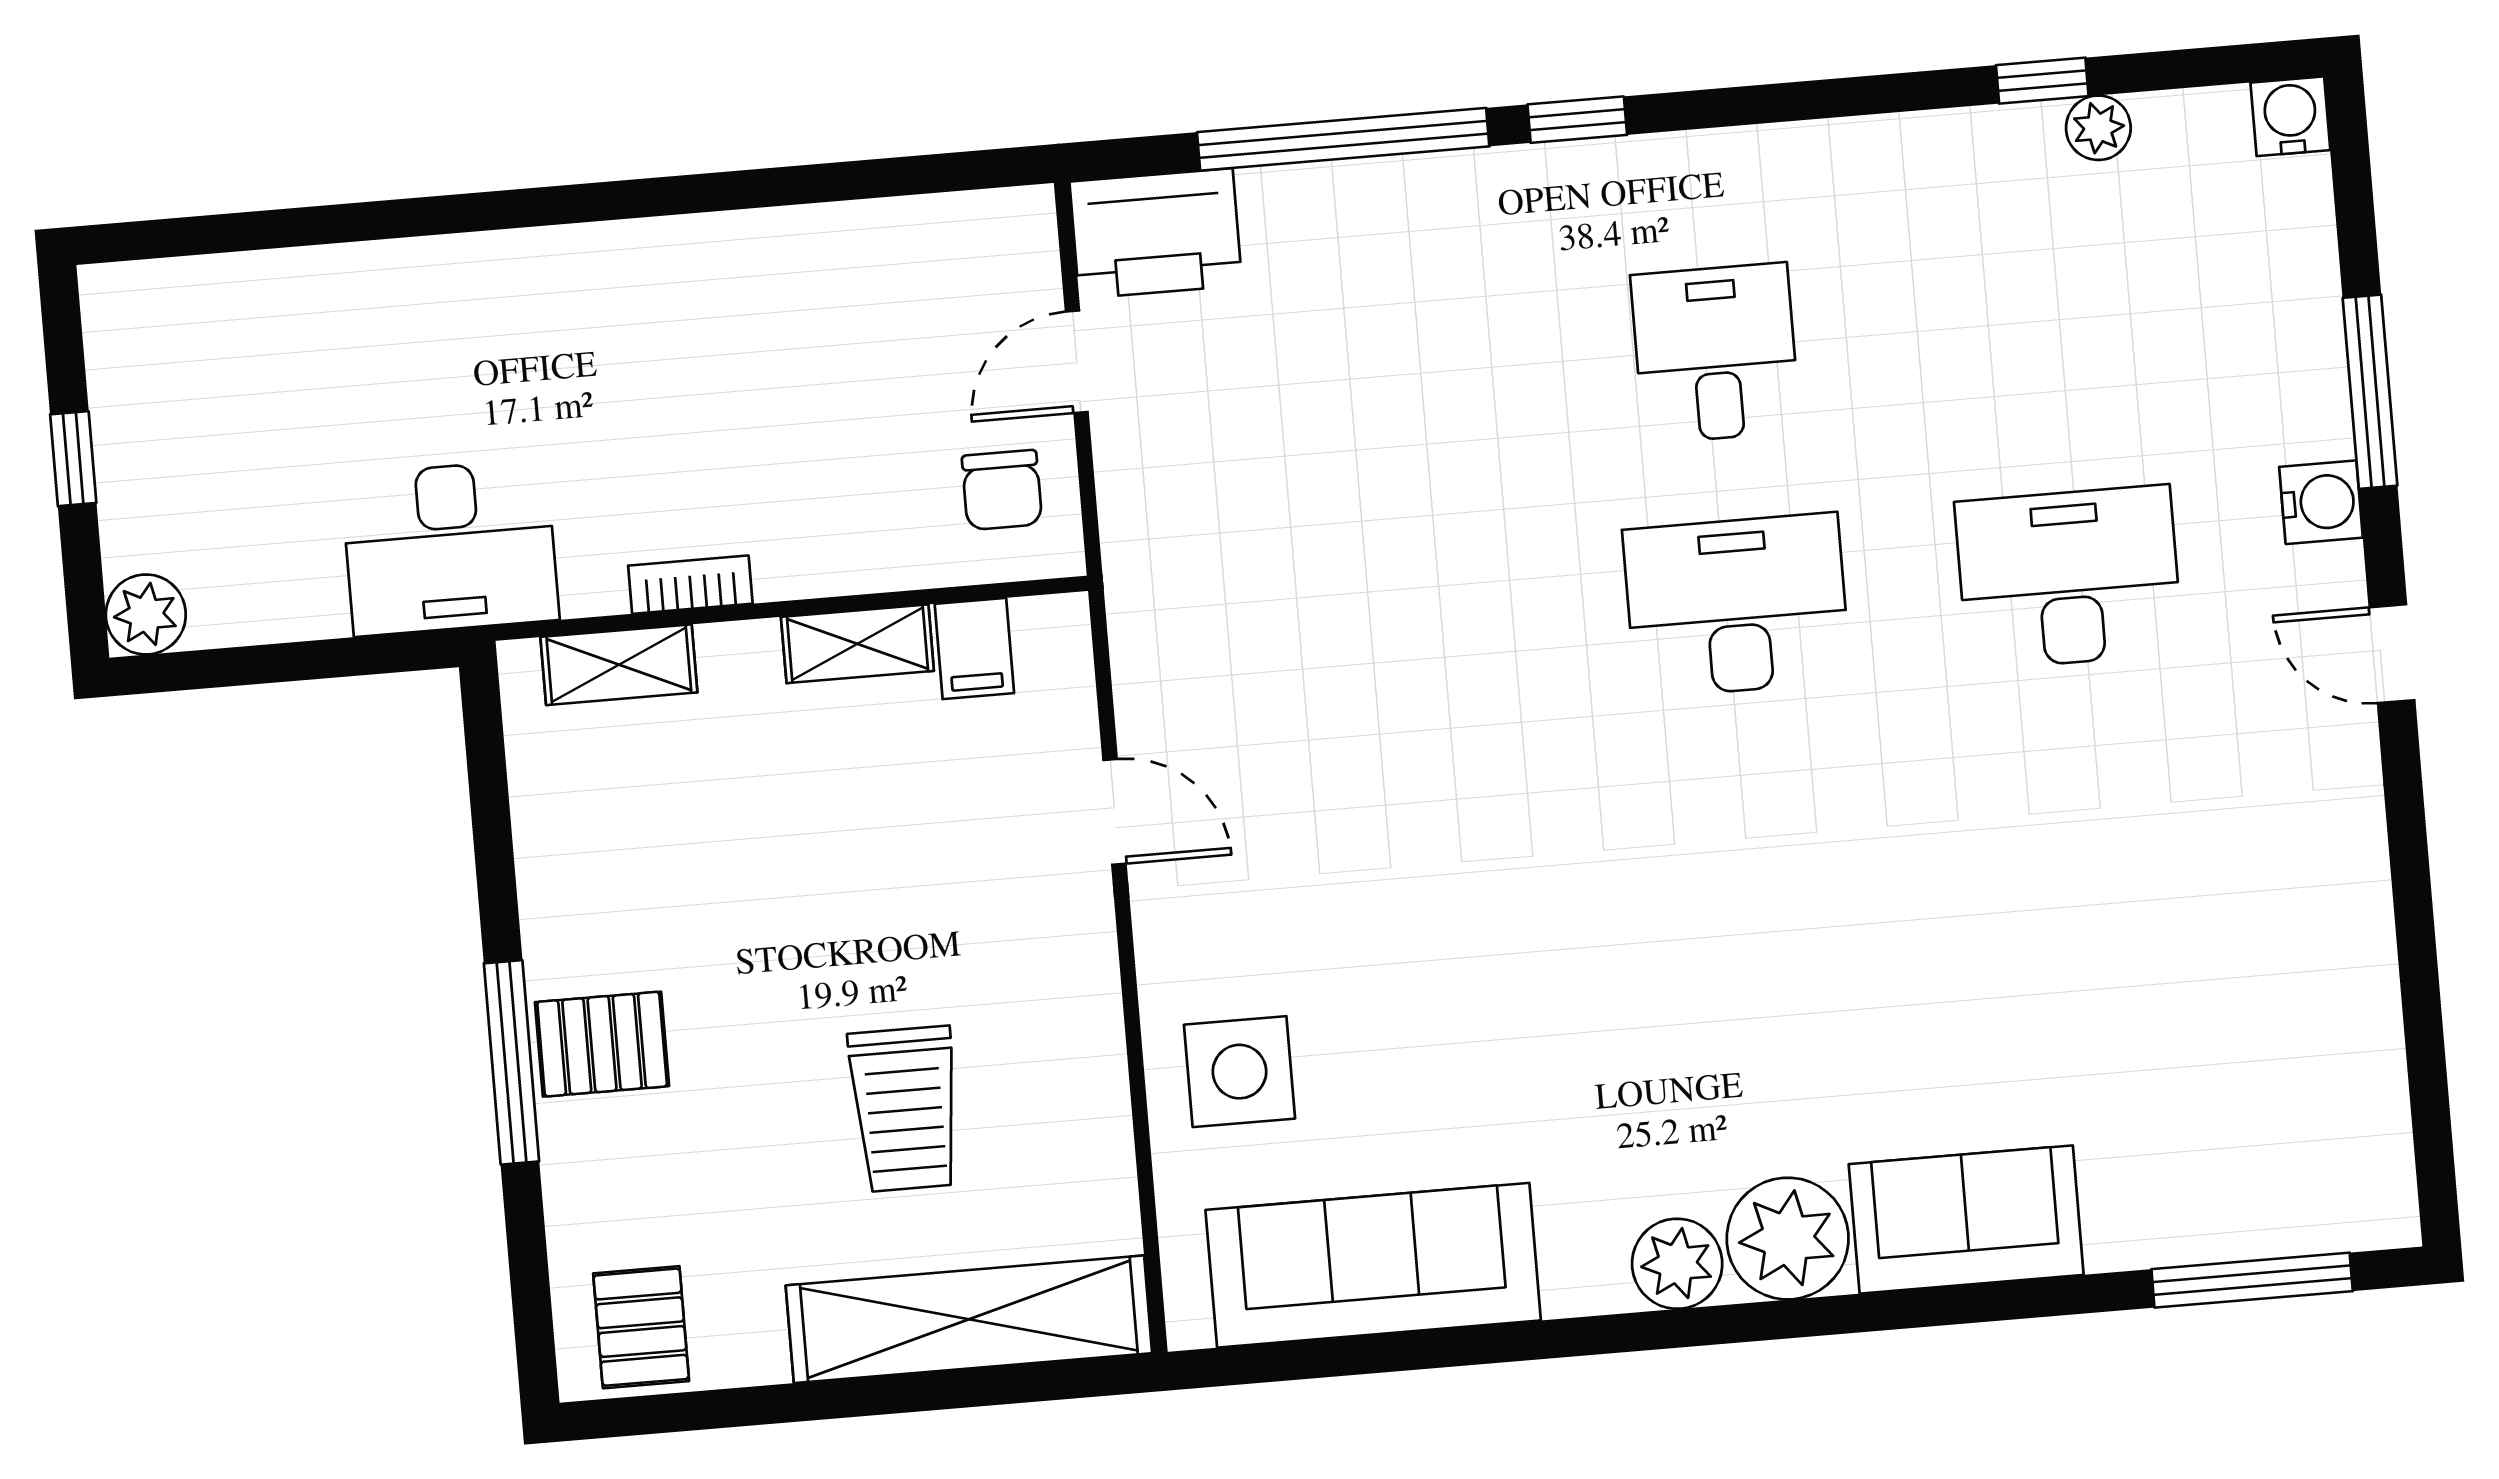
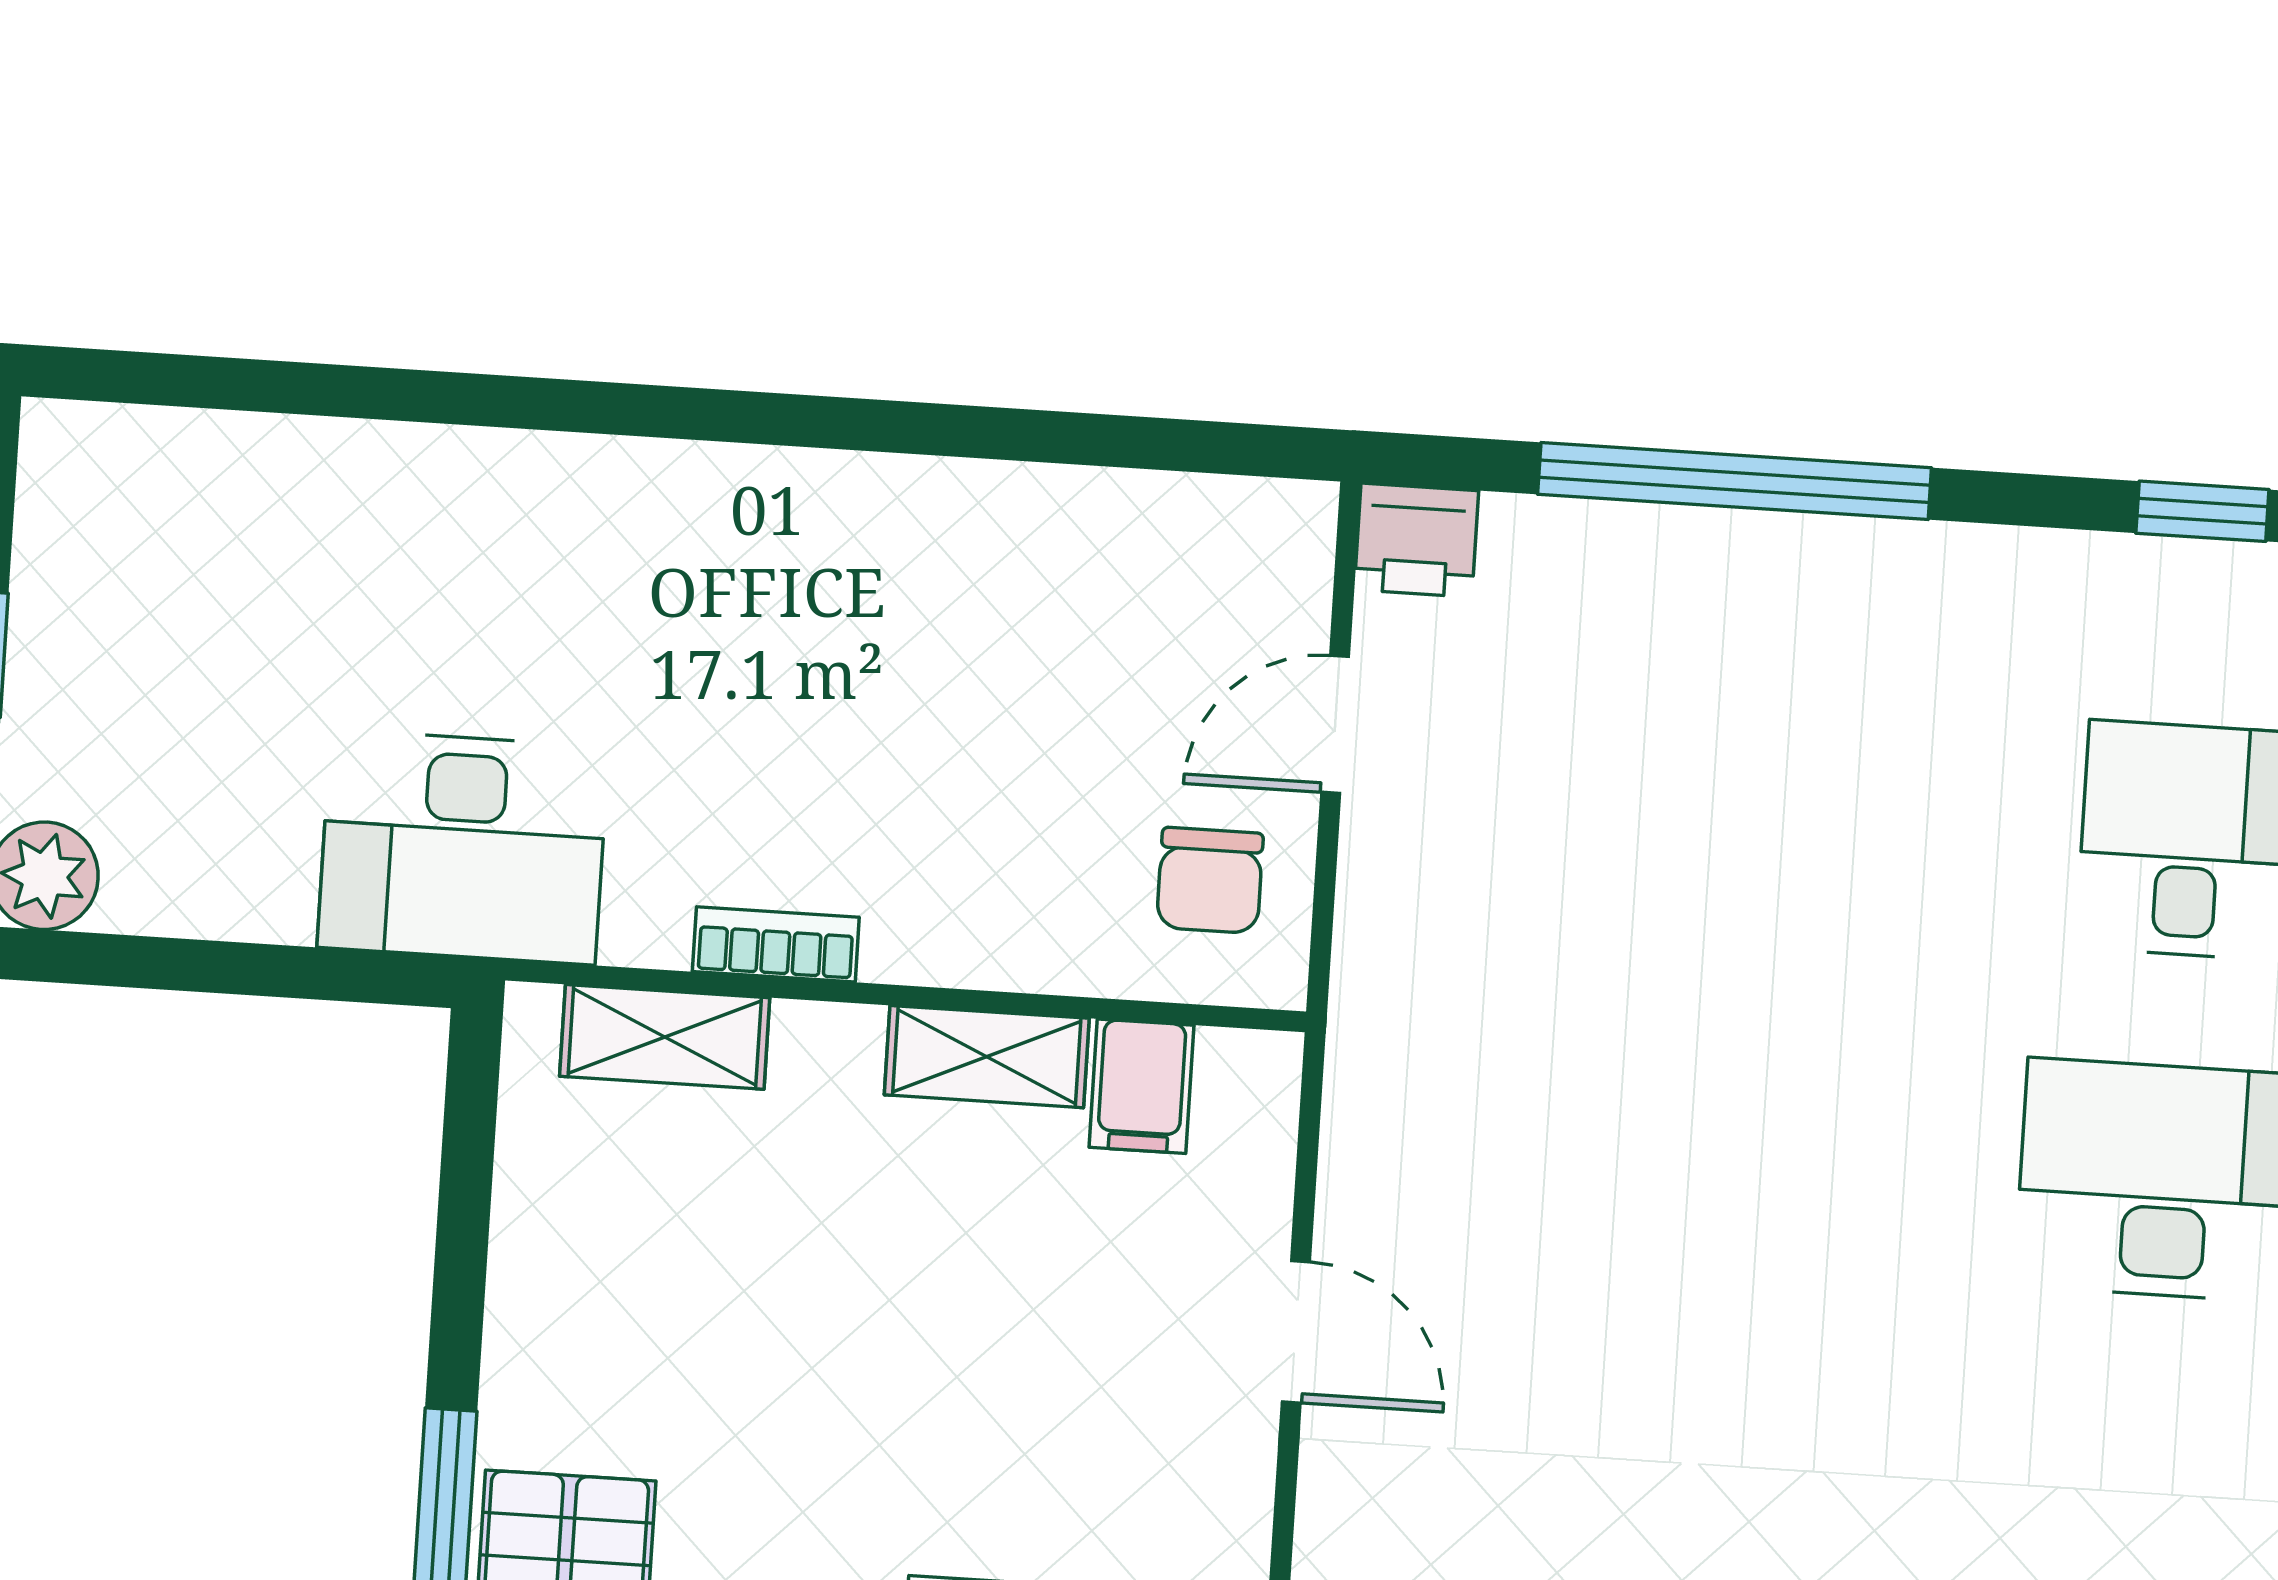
window: (1577, 120) -> (2202, 511), moved
printer: (1156, 233) -> (1416, 540), width x0.53, depth x0.68

